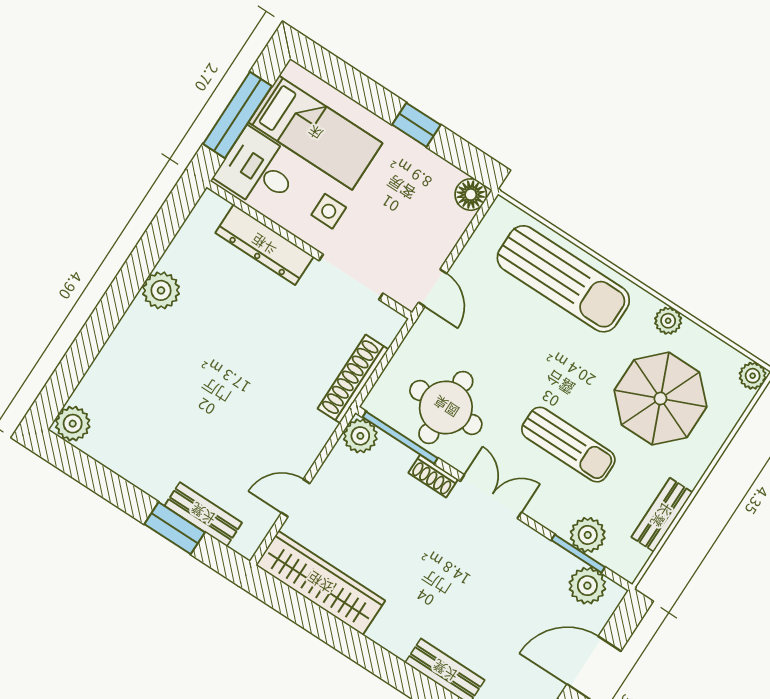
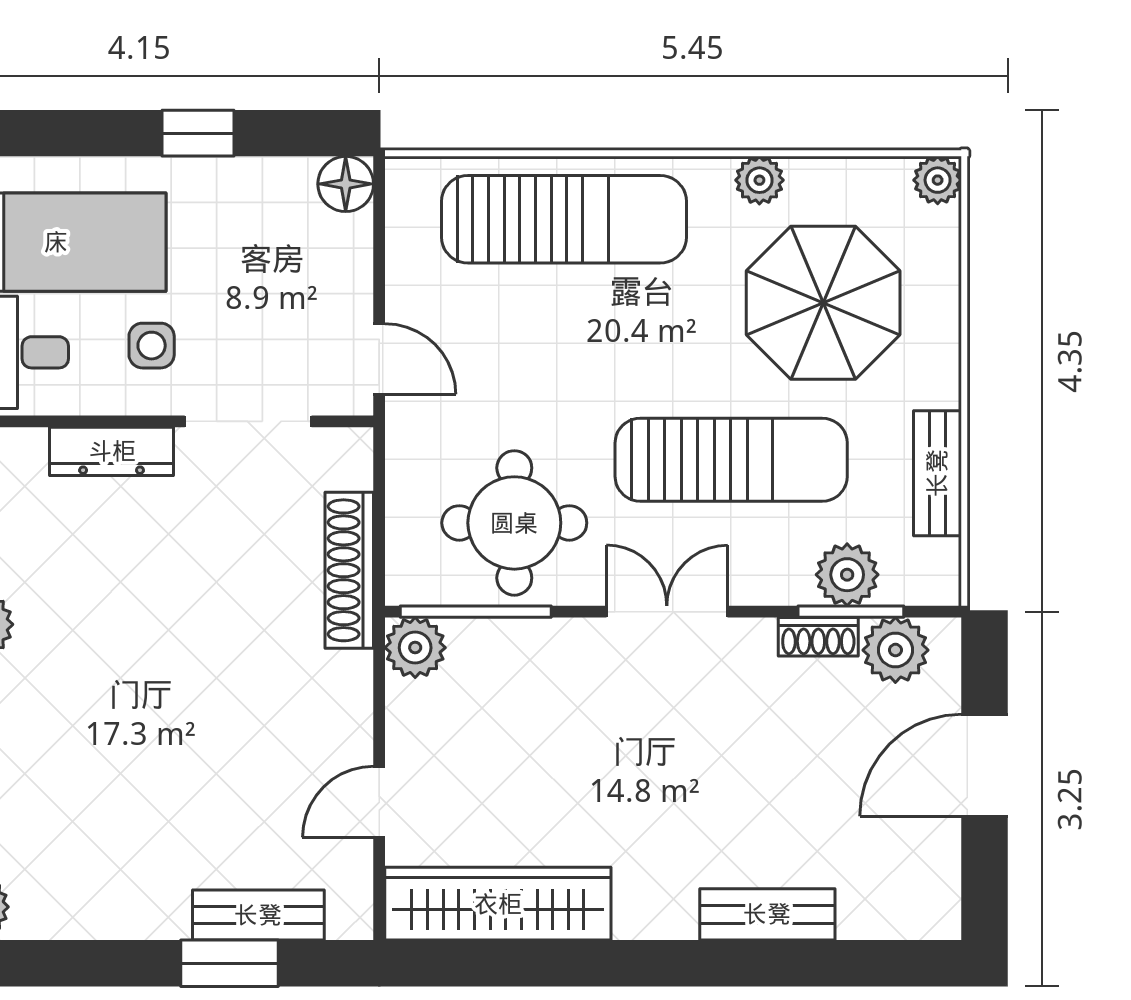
dresser: (264, 245) -> (112, 451), width x0.73, depth x0.80
sun lounger: (568, 445) -> (731, 460), width x1.36, depth x1.34
shoe rack: (433, 476) -> (818, 637), moved

